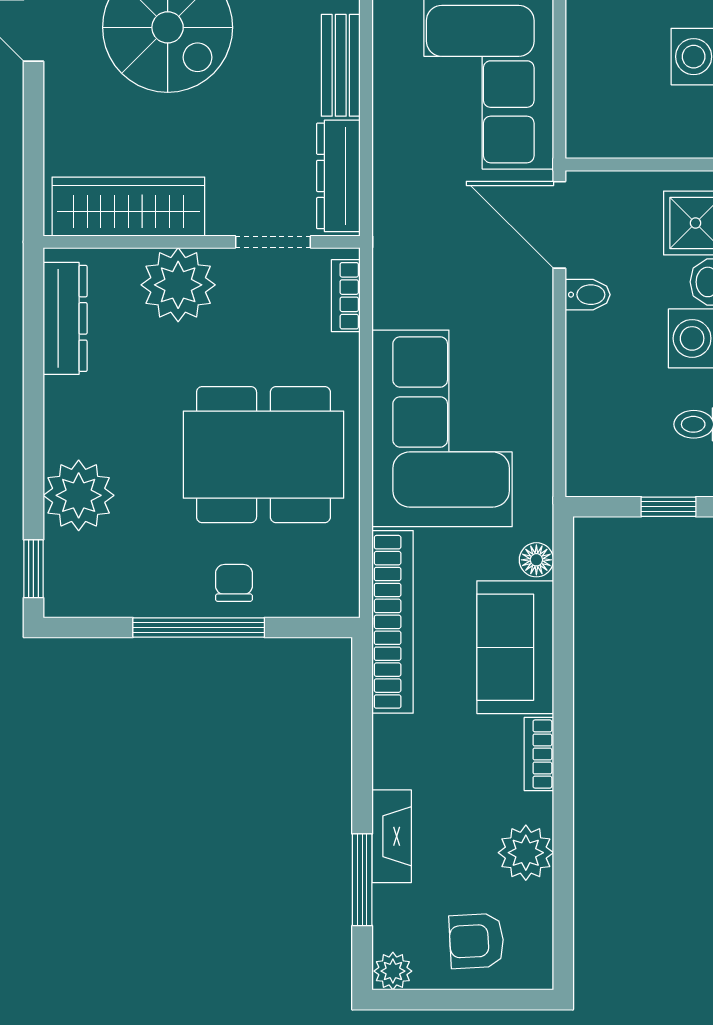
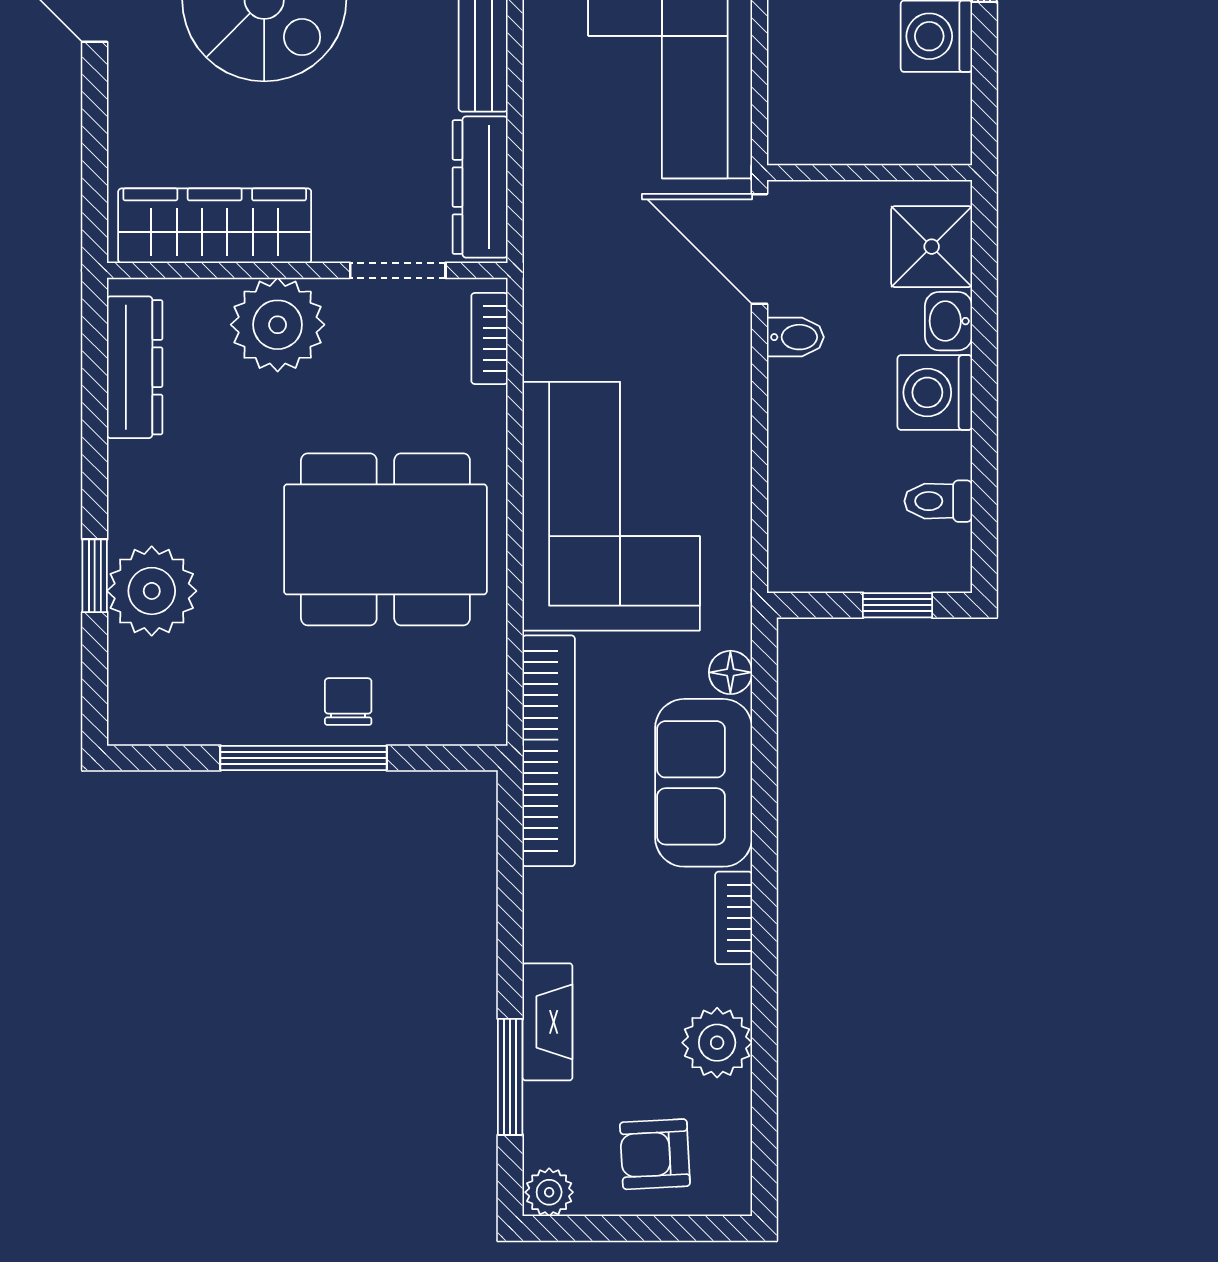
window: (33, 569) -> (95, 576), moved

